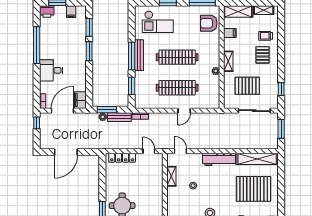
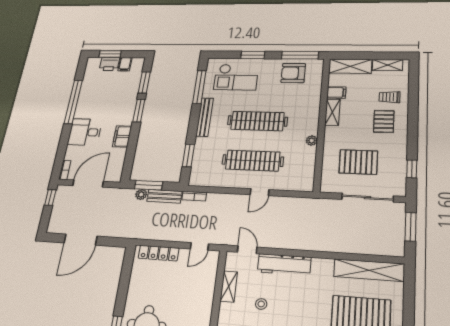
printer: (47, 12) -> (109, 64), moved
armchair: (209, 23) -> (293, 73), moved
window: (132, 56) -> (199, 87), moved
shelving: (228, 61) -> (333, 112), moved
filing cabinet: (80, 100) -> (122, 136), moved
door: (149, 151) -> (199, 246), swing flipped
workbench: (219, 159) -> (284, 265), moved

